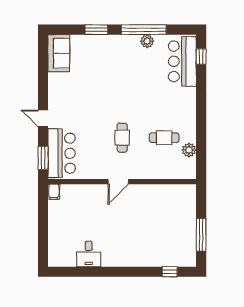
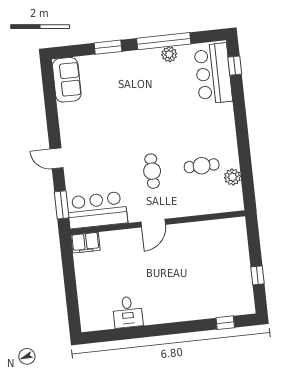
bar counter: (62, 153) -> (97, 210), moved, turned -90
filing cabinet: (54, 192) -> (85, 243), width x2.00
window: (201, 235) -> (258, 275), width x0.46

